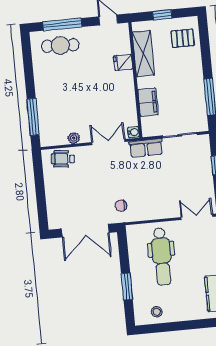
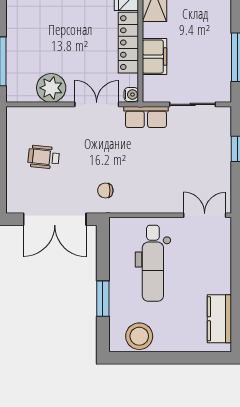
locker: (128, 94) -> (128, 43), added
plant: (74, 138) -> (51, 88), width x1.87, depth x1.87
wheelchair: (63, 159) -> (44, 157), moved
stool: (157, 312) -> (139, 336), width x1.89, depth x1.89

